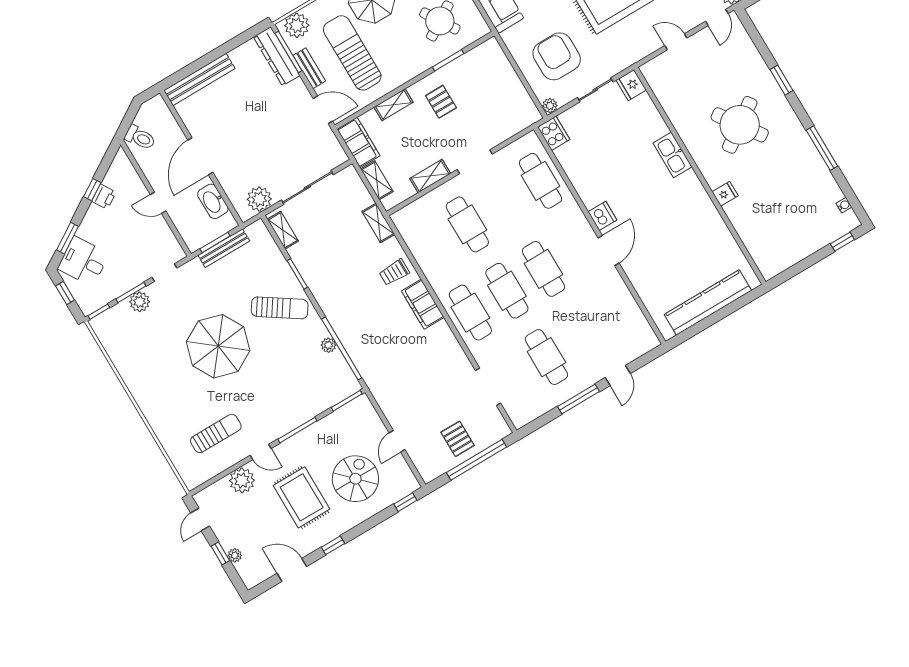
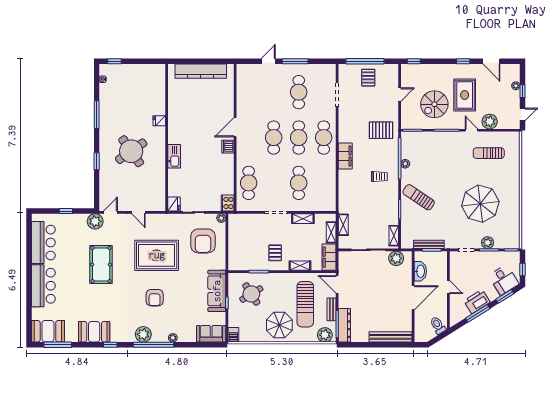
window: (92, 190) -> (478, 313), width x2.17
printer: (104, 197) -> (477, 302), width x1.87, depth x1.48
shelving: (378, 223) -> (343, 225), moved
trolley: (394, 272) -> (379, 177), moved
parasol: (218, 346) -> (480, 204), moved
pallet: (393, 373) -> (381, 130), added
spiral stairs: (355, 479) -> (434, 104), moved

